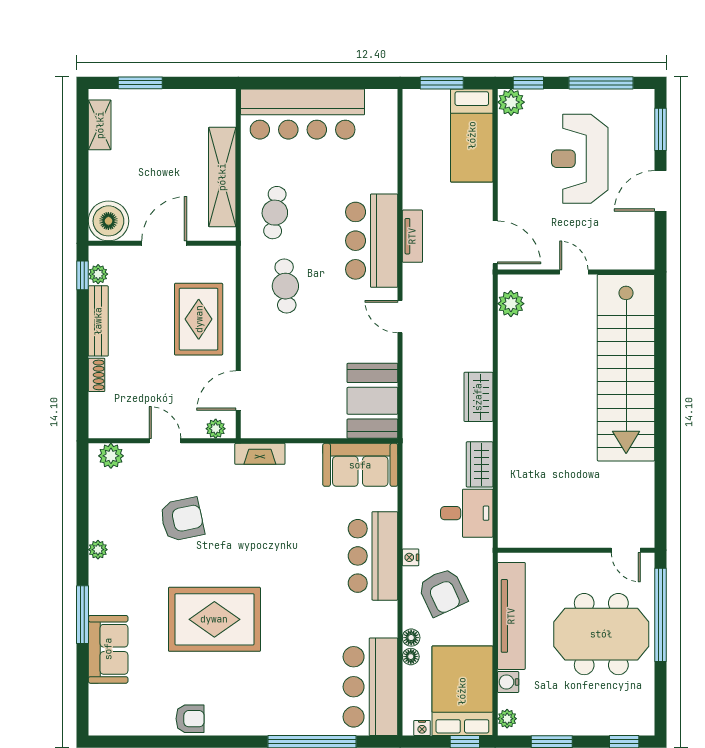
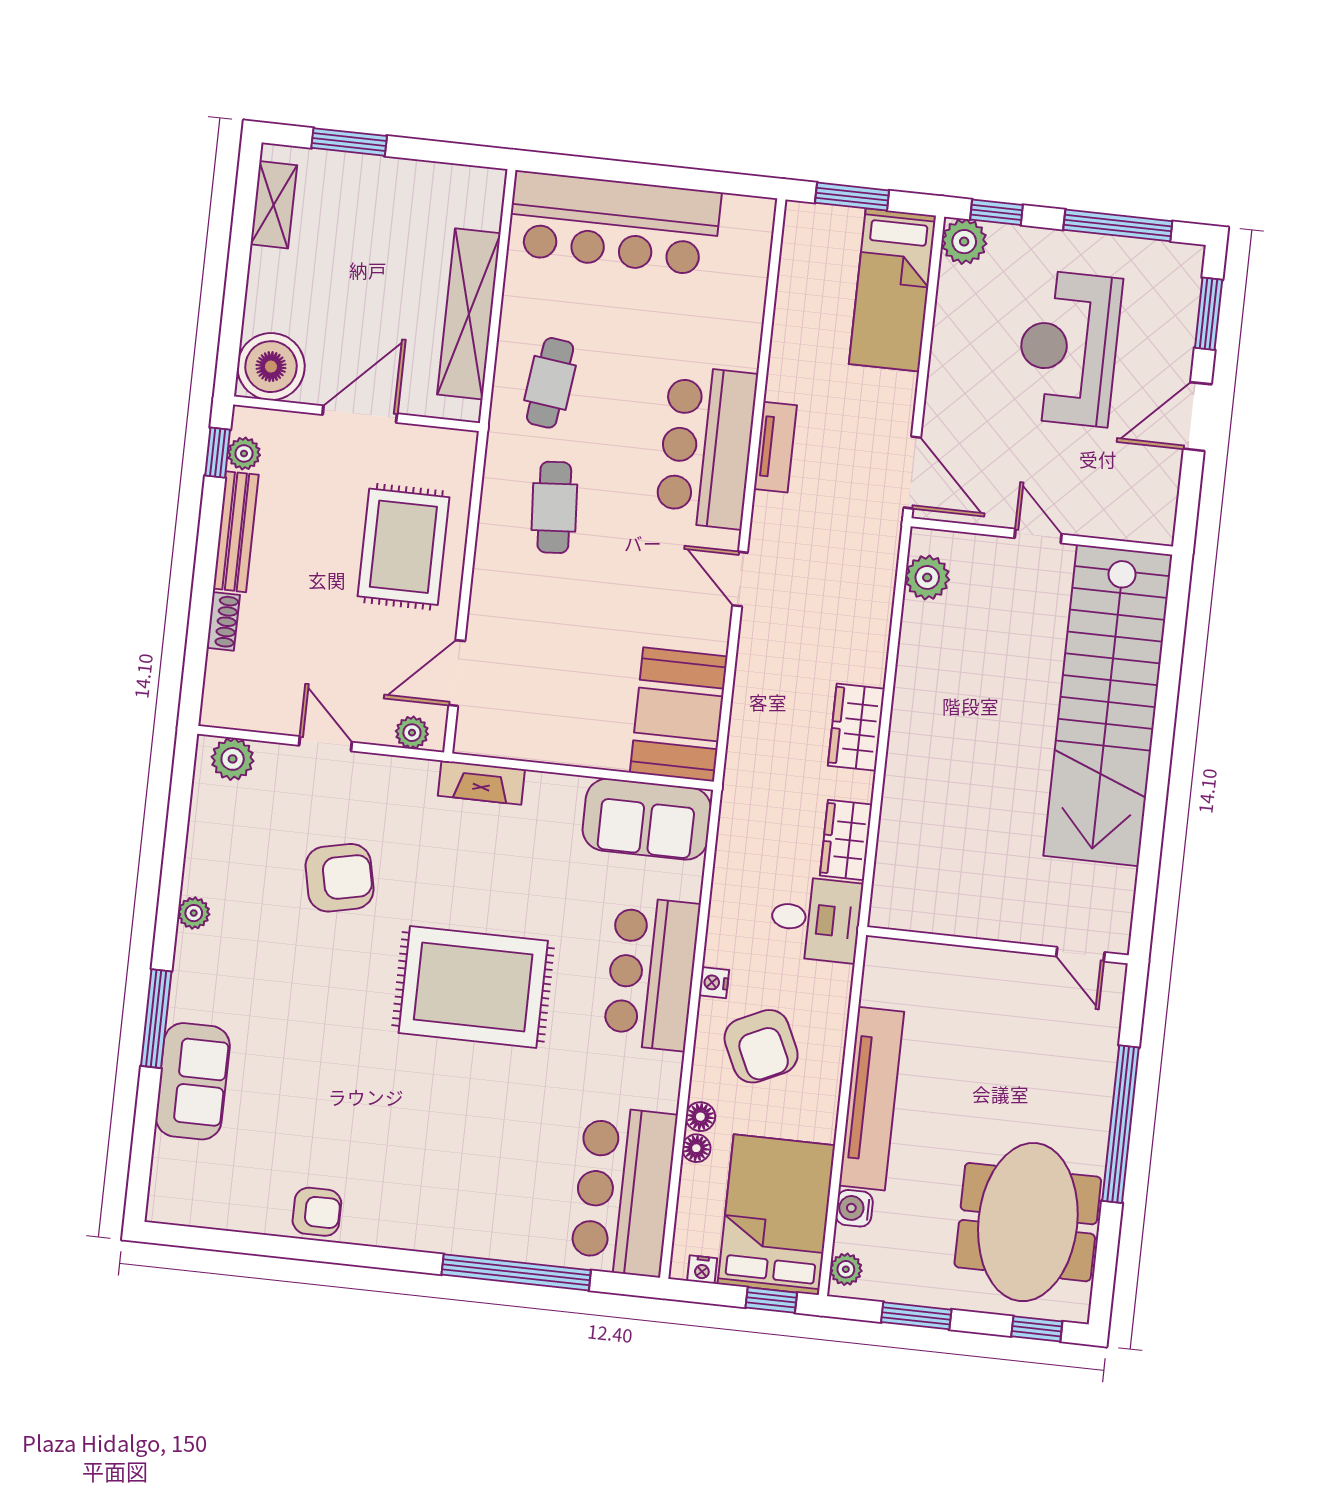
wall: (576, 550) -> (997, 945), moved
door: (626, 550) -> (1080, 954), moved
rug: (214, 619) -> (473, 987), moved
meeting table: (601, 634) -> (1028, 1222), moved, turned 90

